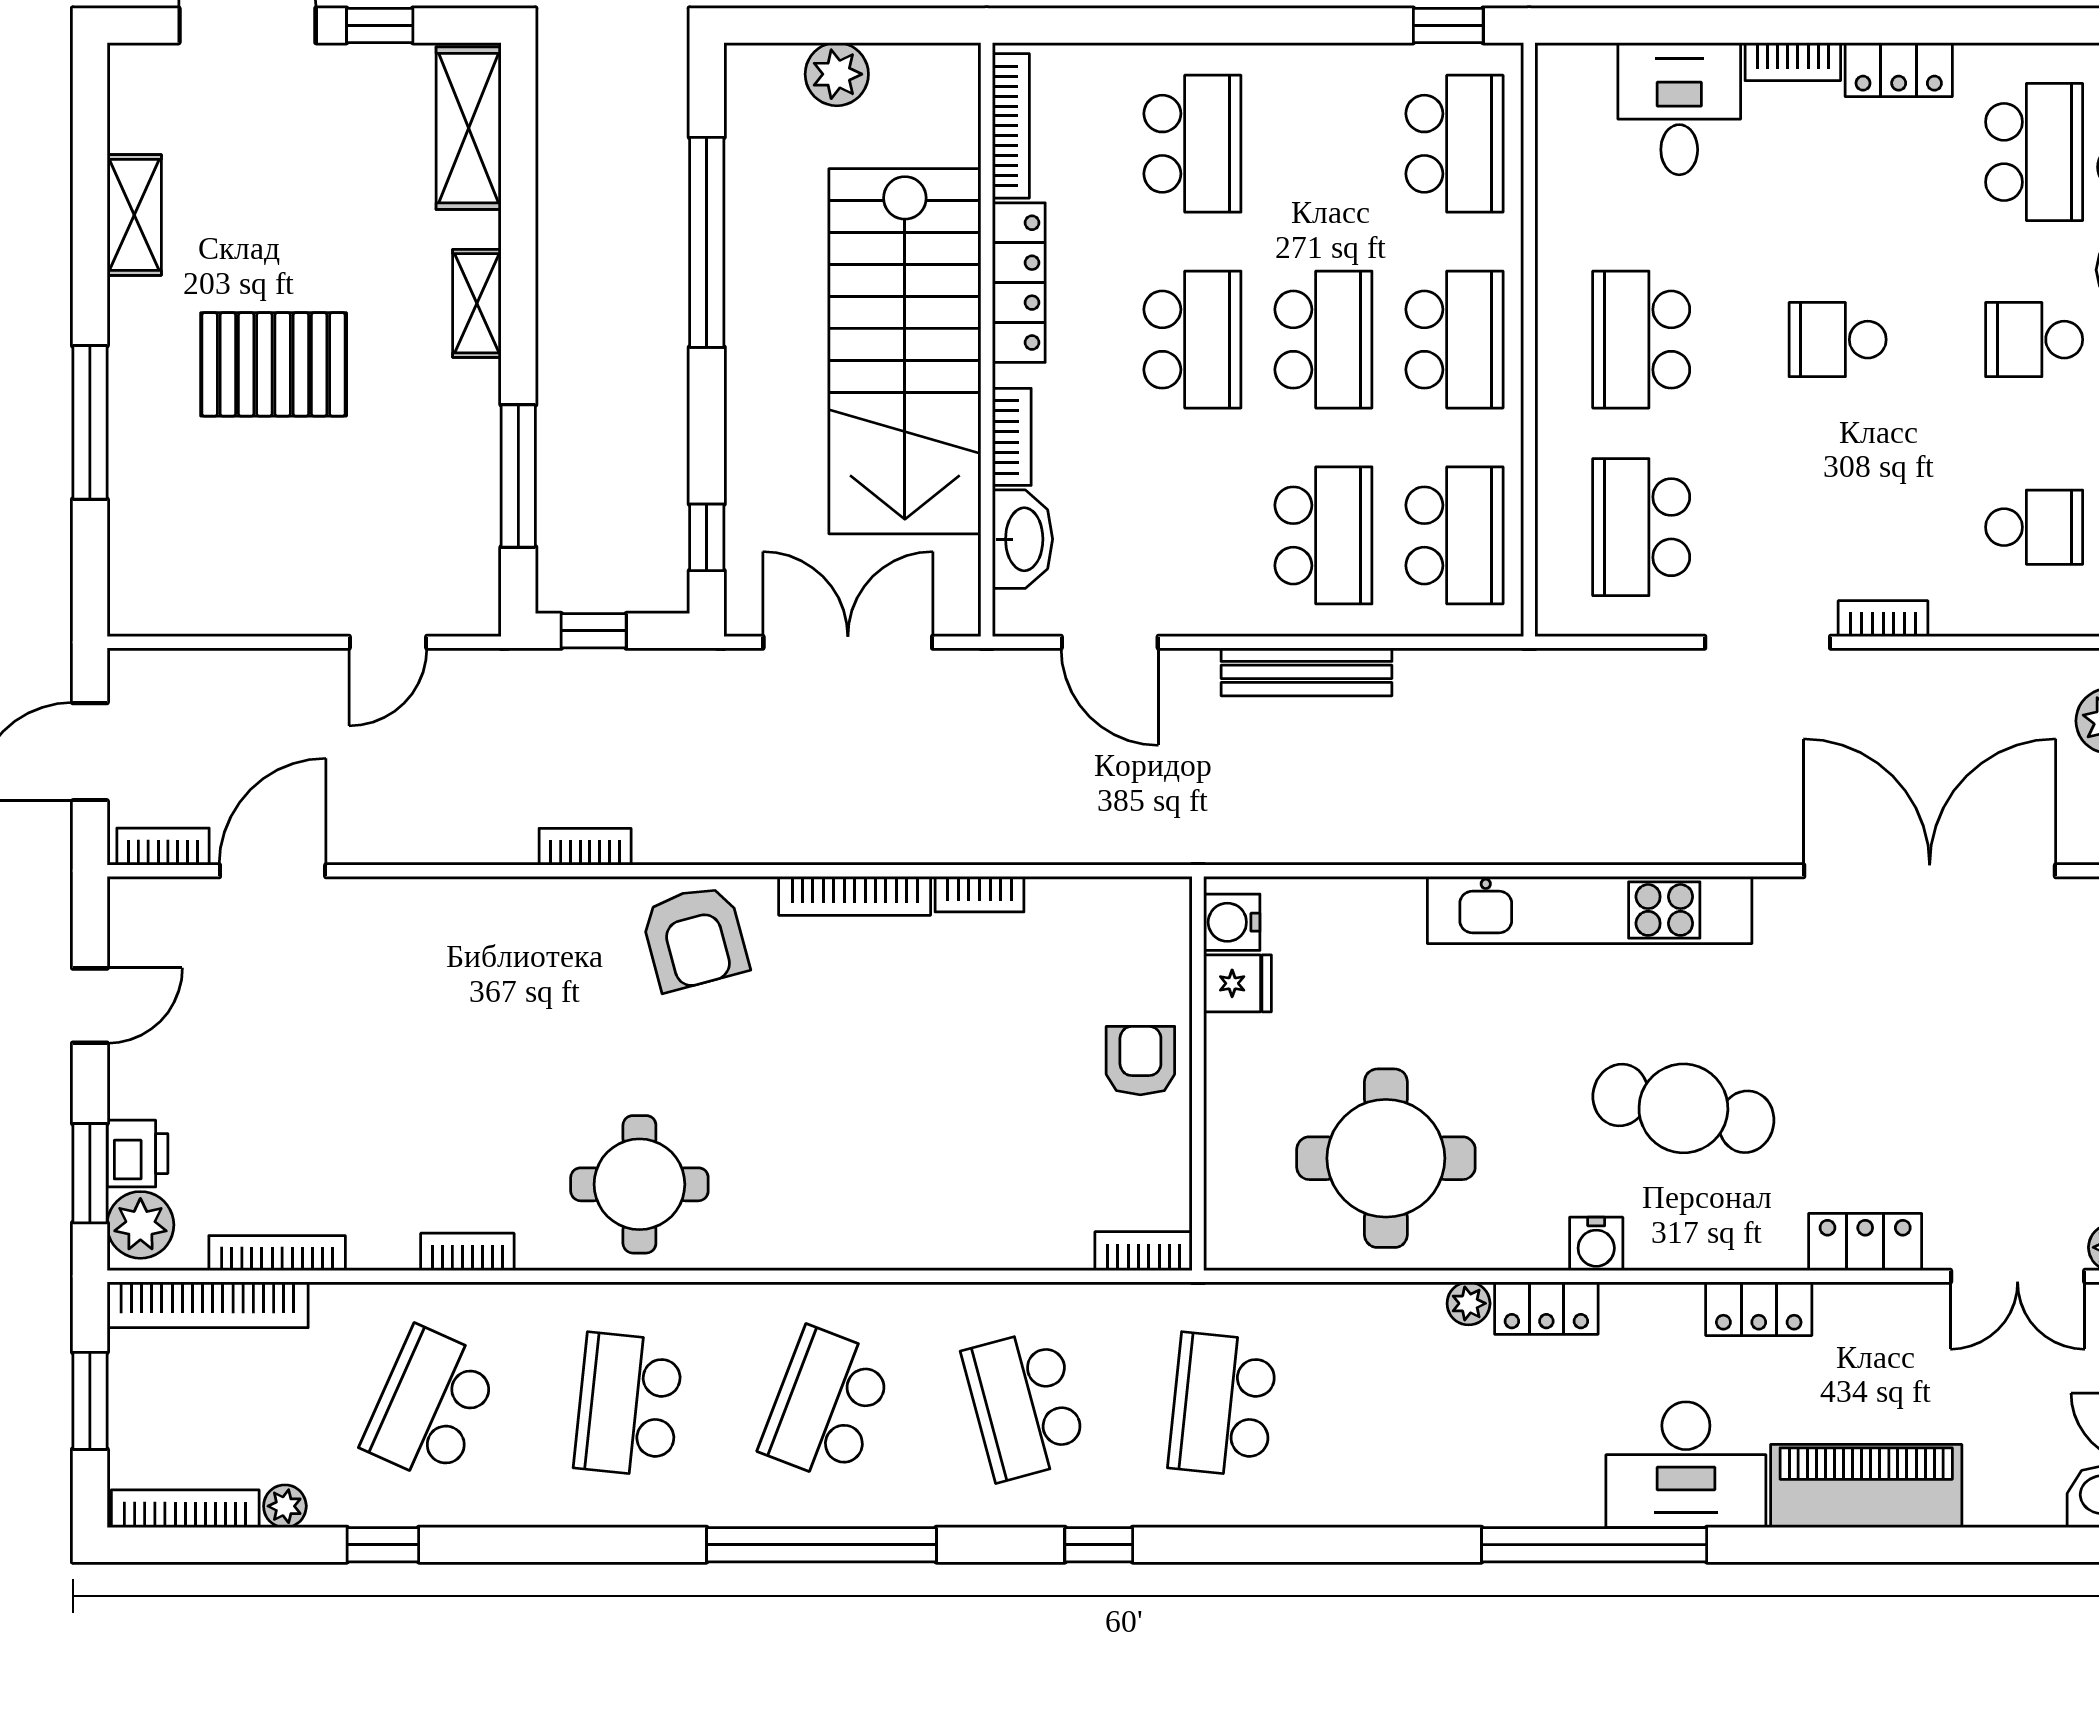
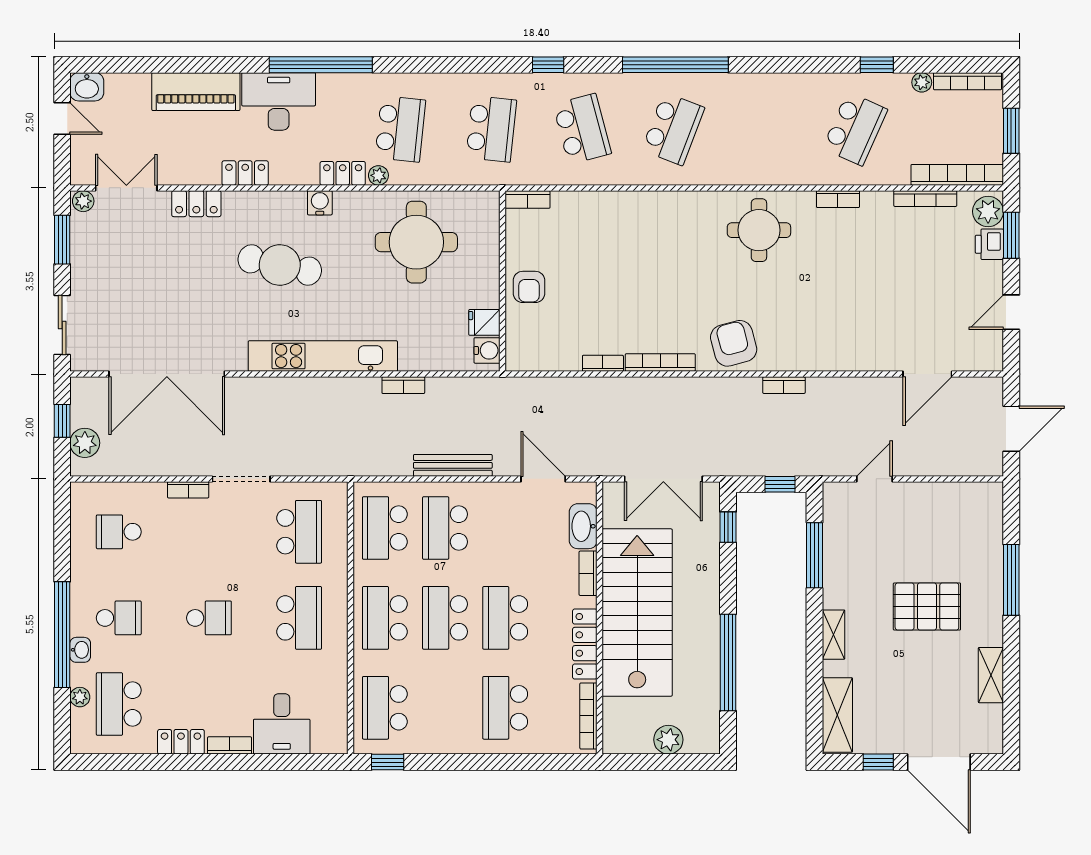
bookcase: (163, 847) -> (403, 385), moved
school desk: (629, 1405) -> (400, 129), moved

